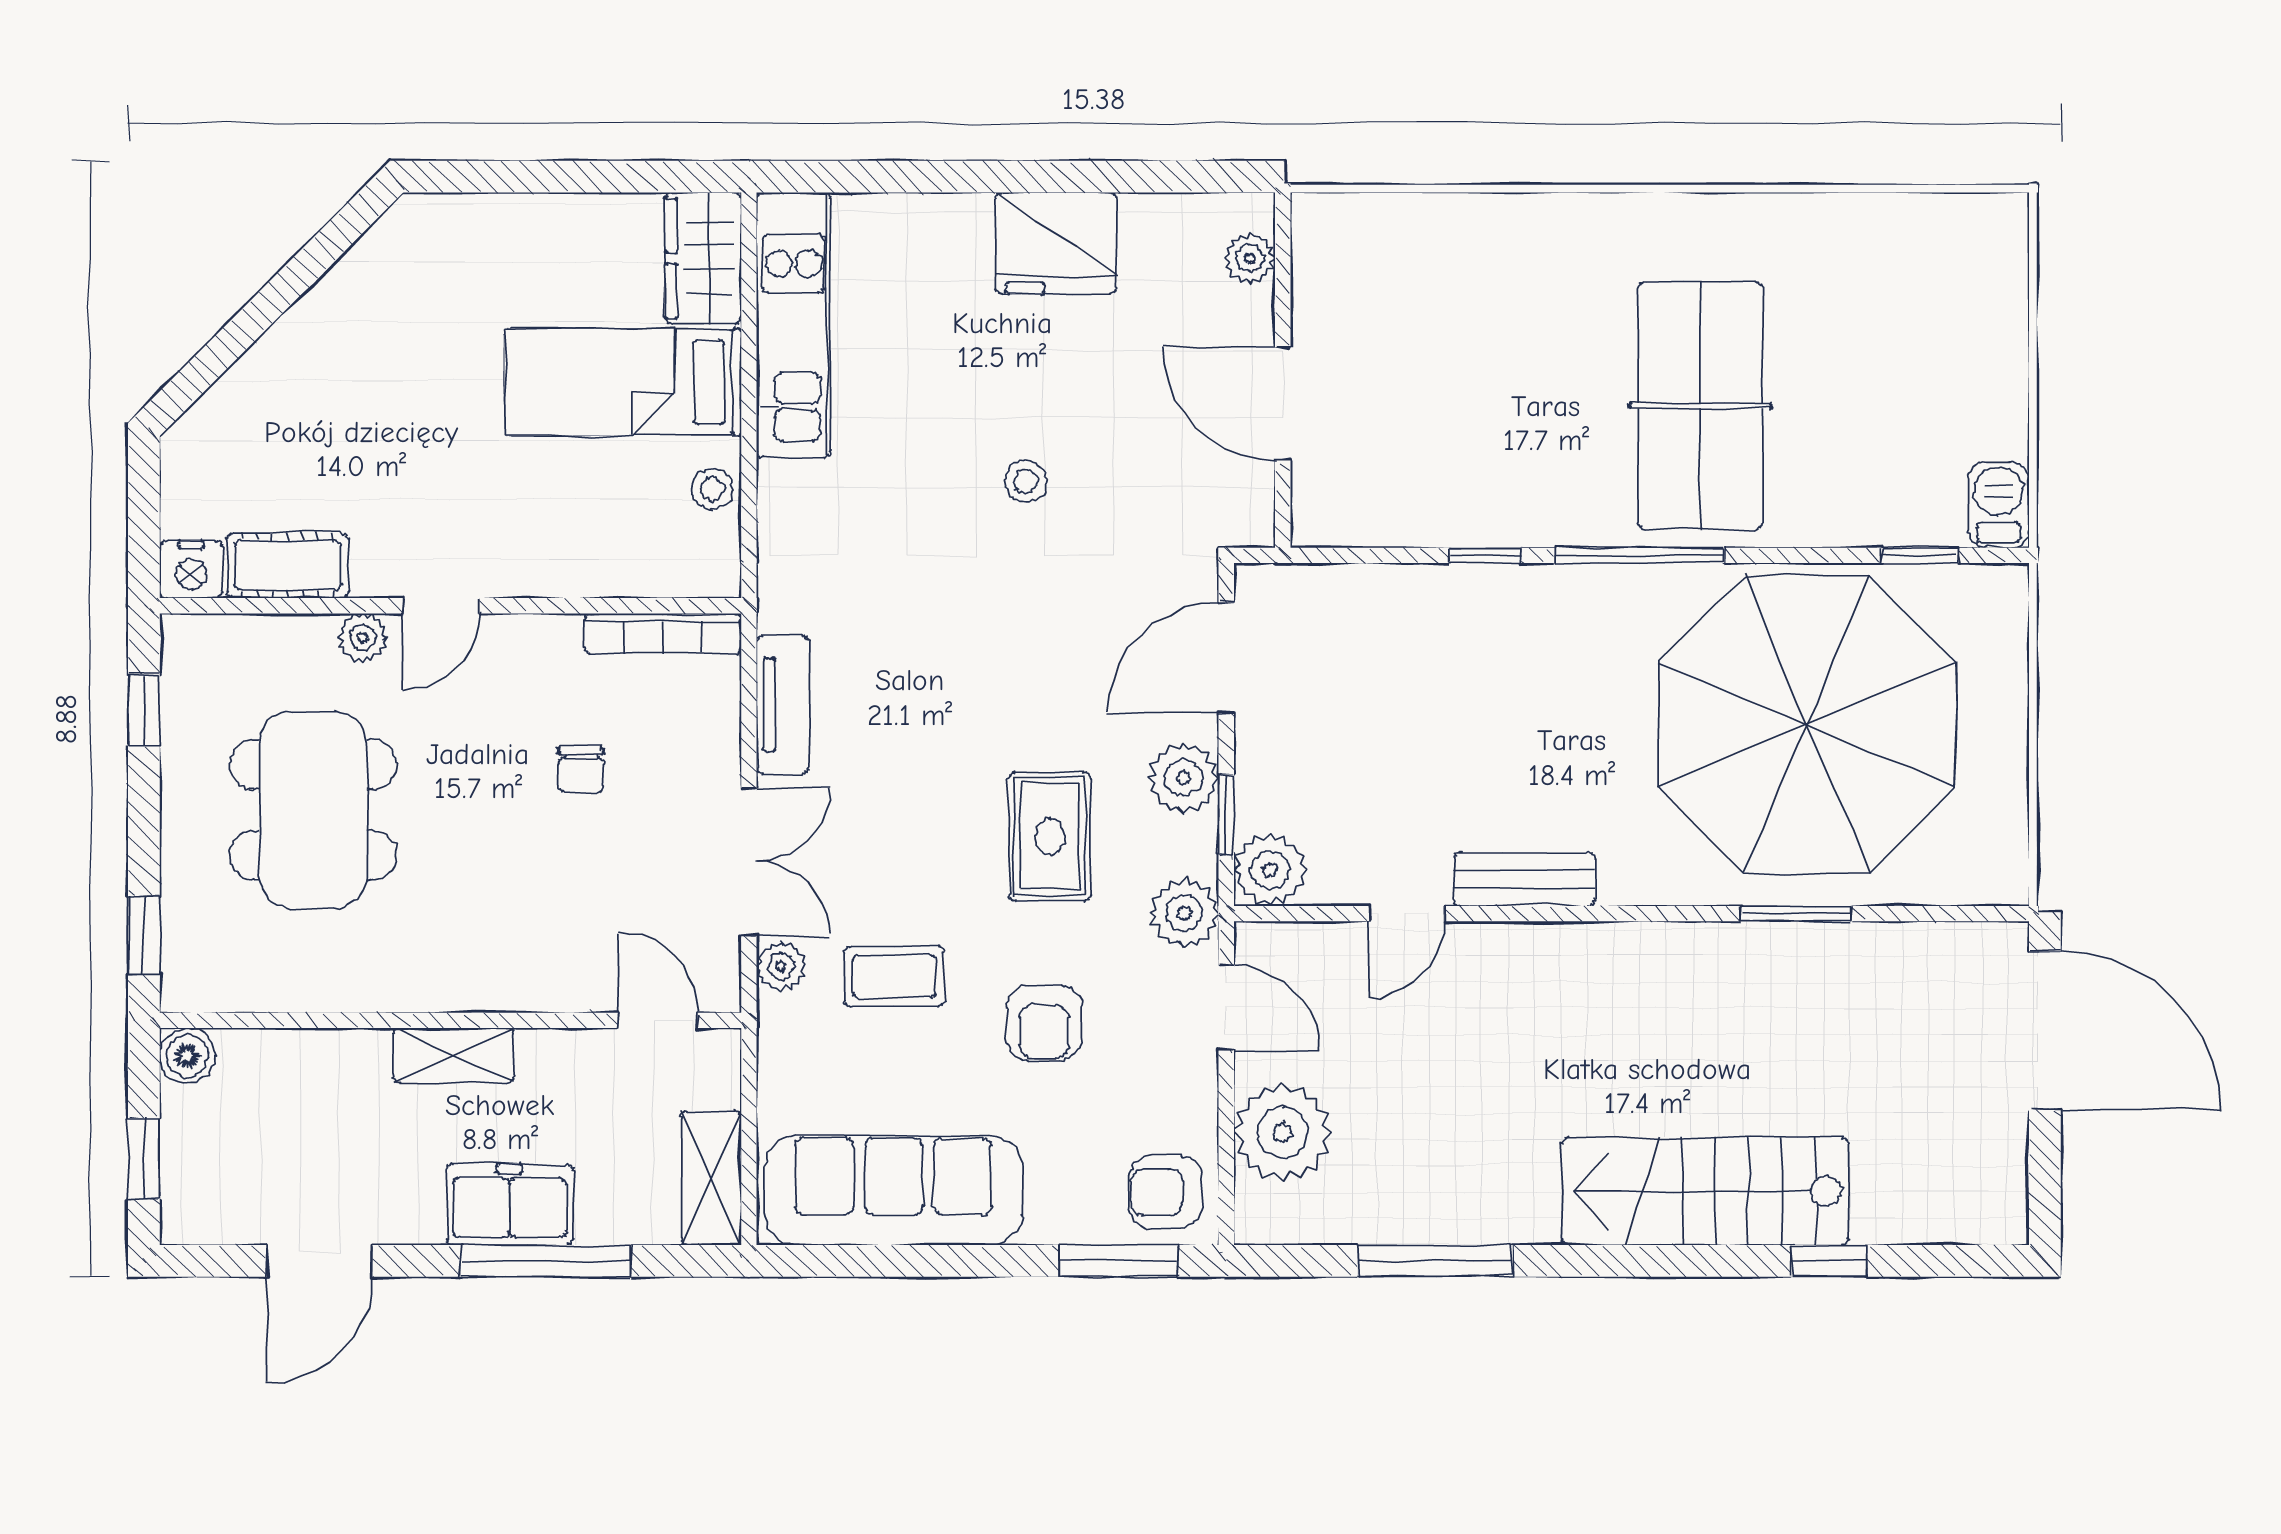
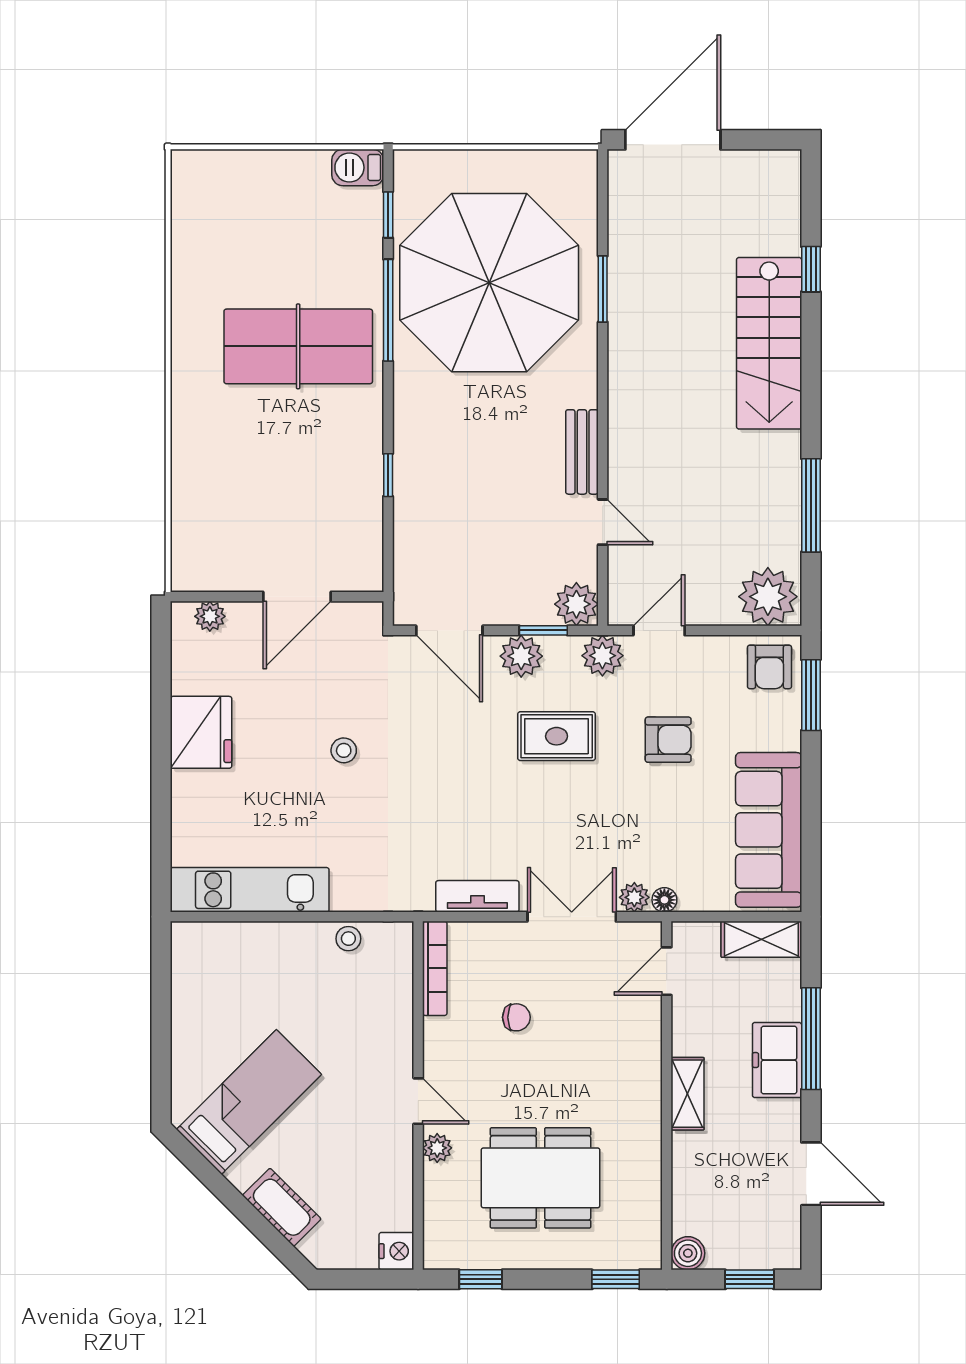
wardrobe: (703, 258) -> (210, 944), removed
bed: (623, 382) -> (249, 1102), moved, turned -135
window: (1639, 555) -> (388, 310), moved
cot: (288, 565) -> (282, 1207), moved, turned -45
coffee table: (894, 976) -> (640, 830), removed
floor lamp: (777, 1016) -> (664, 900), added
plant: (1283, 1132) -> (768, 597), moved

